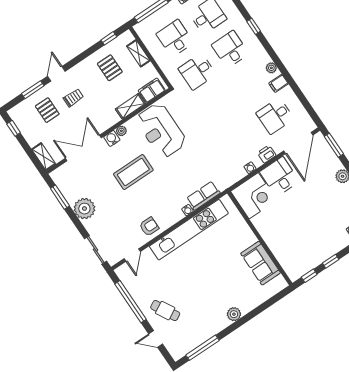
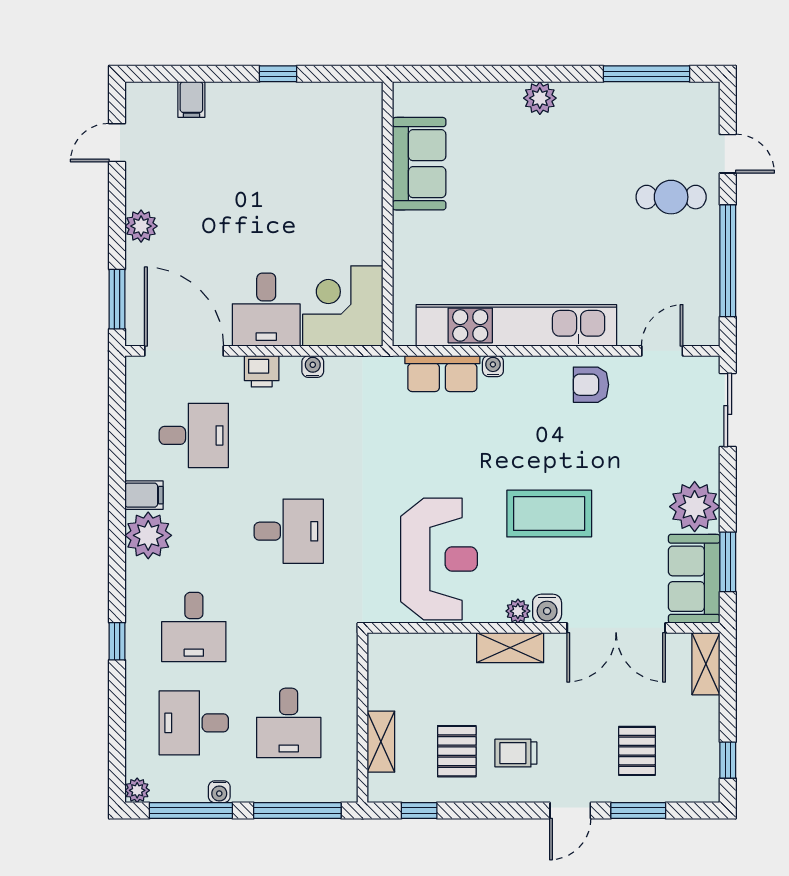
plant: (271, 68) -> (148, 535), width x1.88, depth x1.88
desk: (197, 72) -> (289, 531), moved
filing cabinet: (152, 90) -> (404, 651), removed
trolley: (73, 98) -> (516, 753), moved
shelving: (130, 106) -> (510, 648), moved
door: (298, 143) -> (184, 351), hinge flipped
sofa: (68, 183) -> (694, 579), added
window: (309, 276) -> (340, 74), removed
cafe table: (165, 311) -> (671, 197), turned -61

